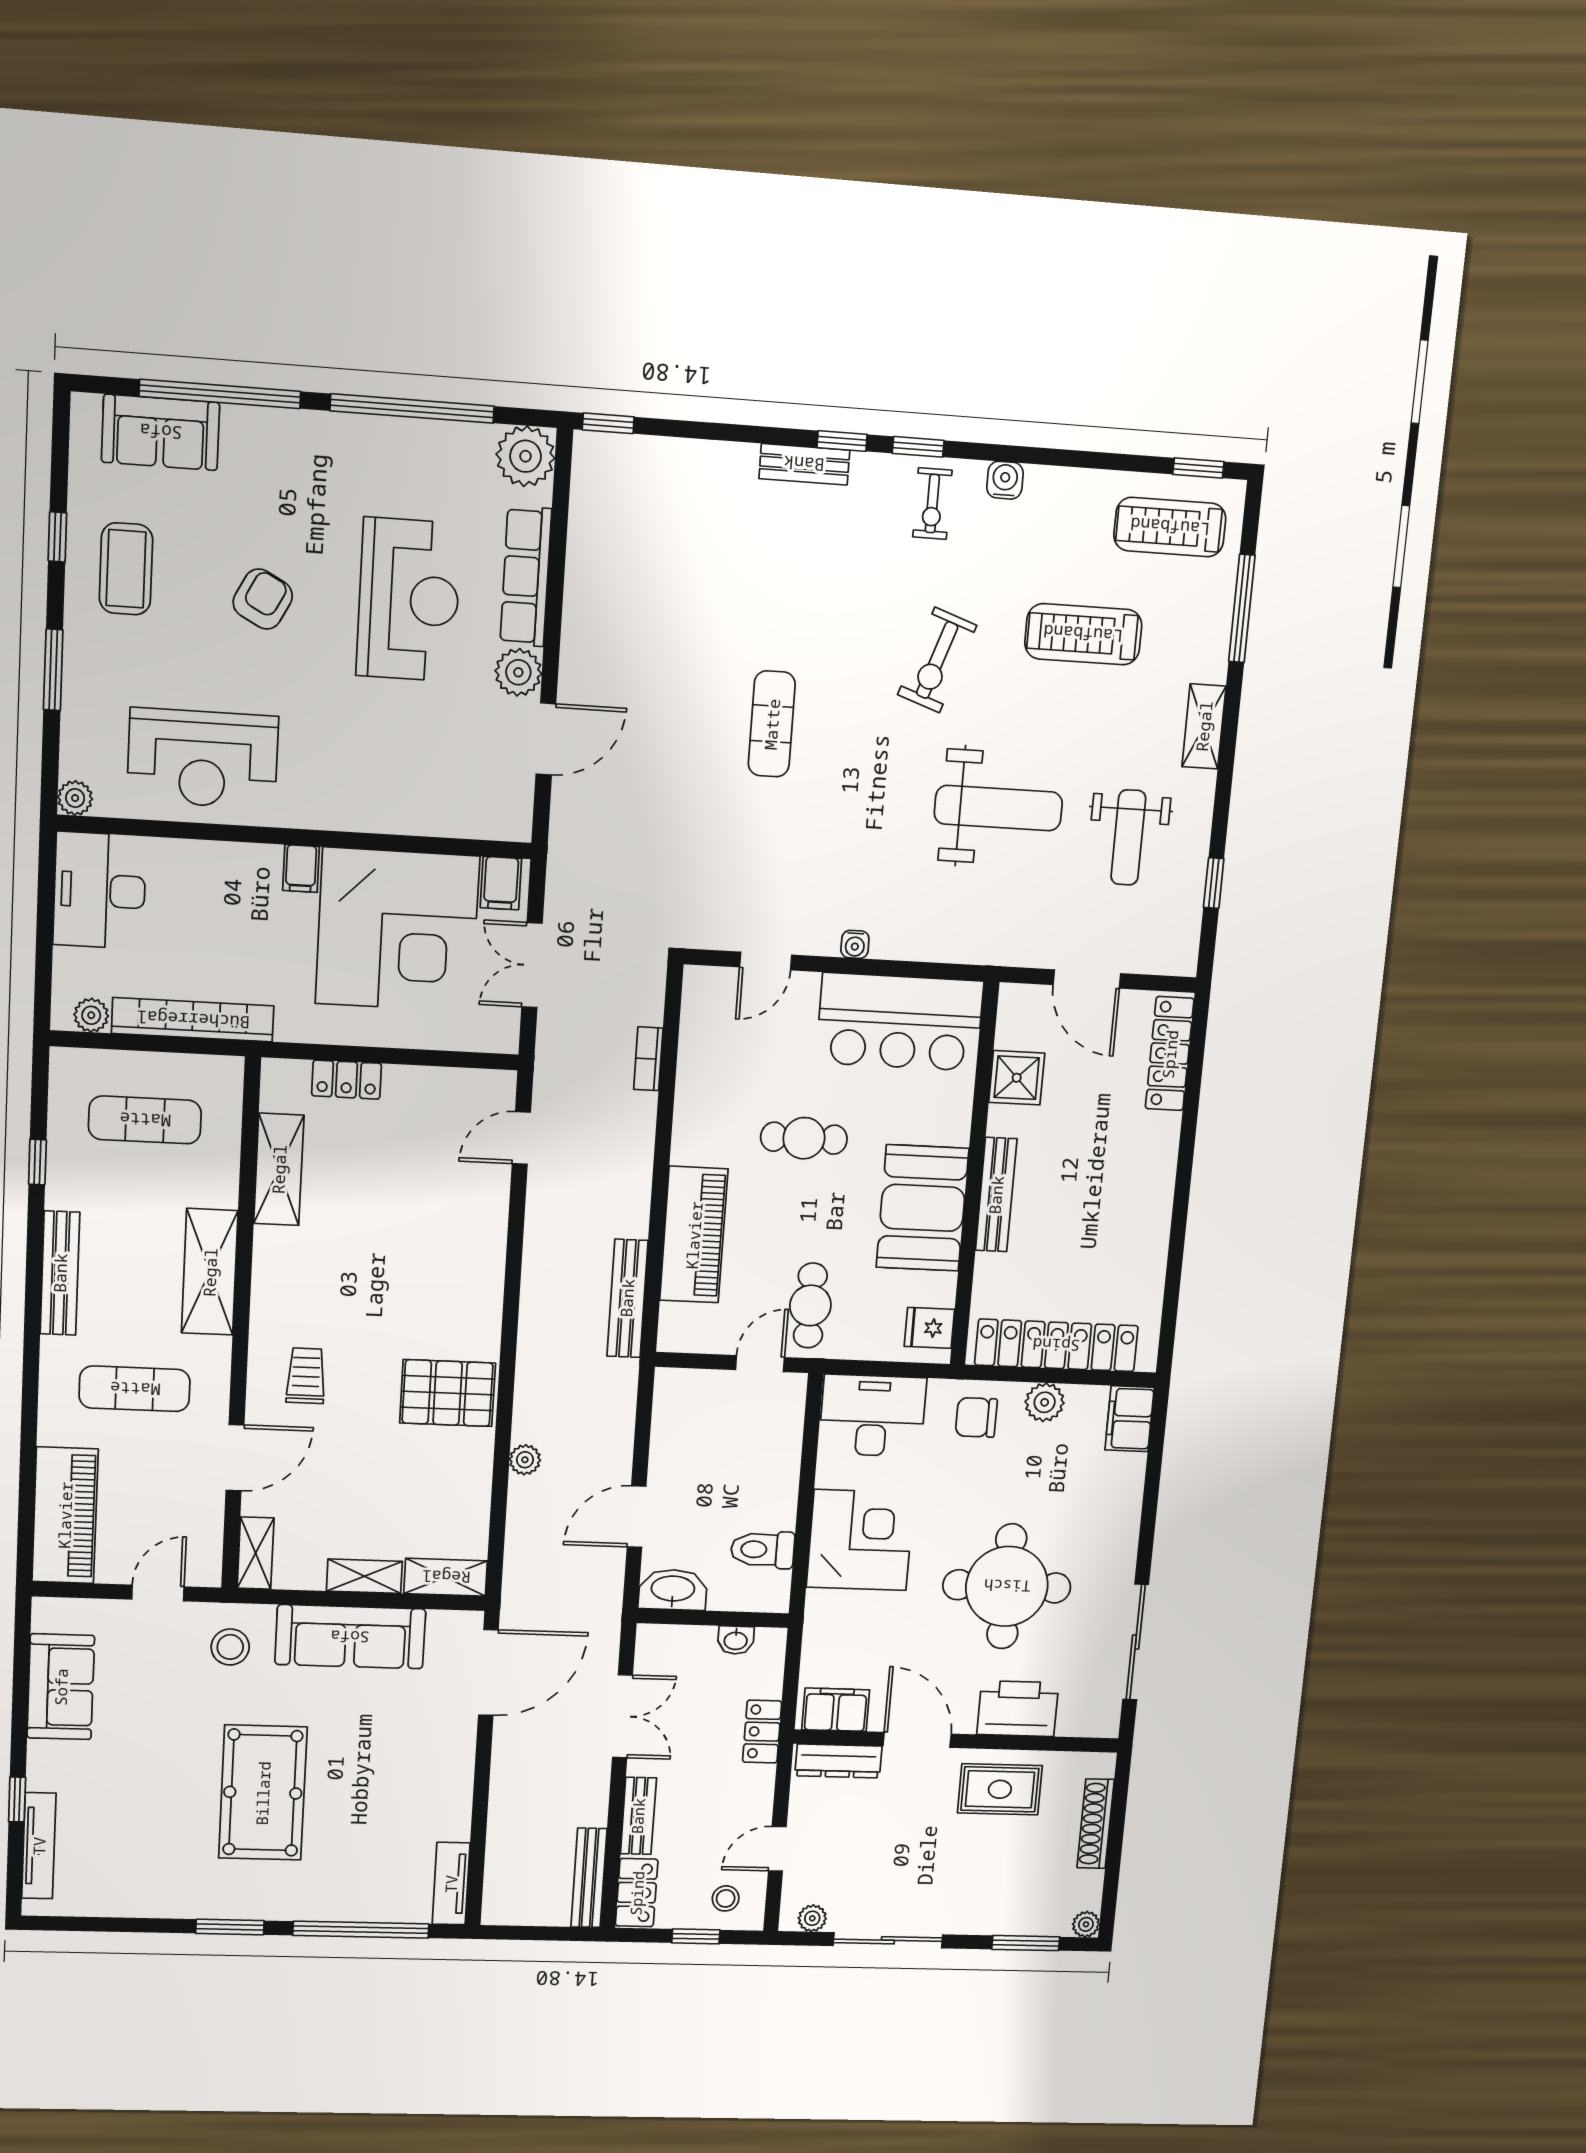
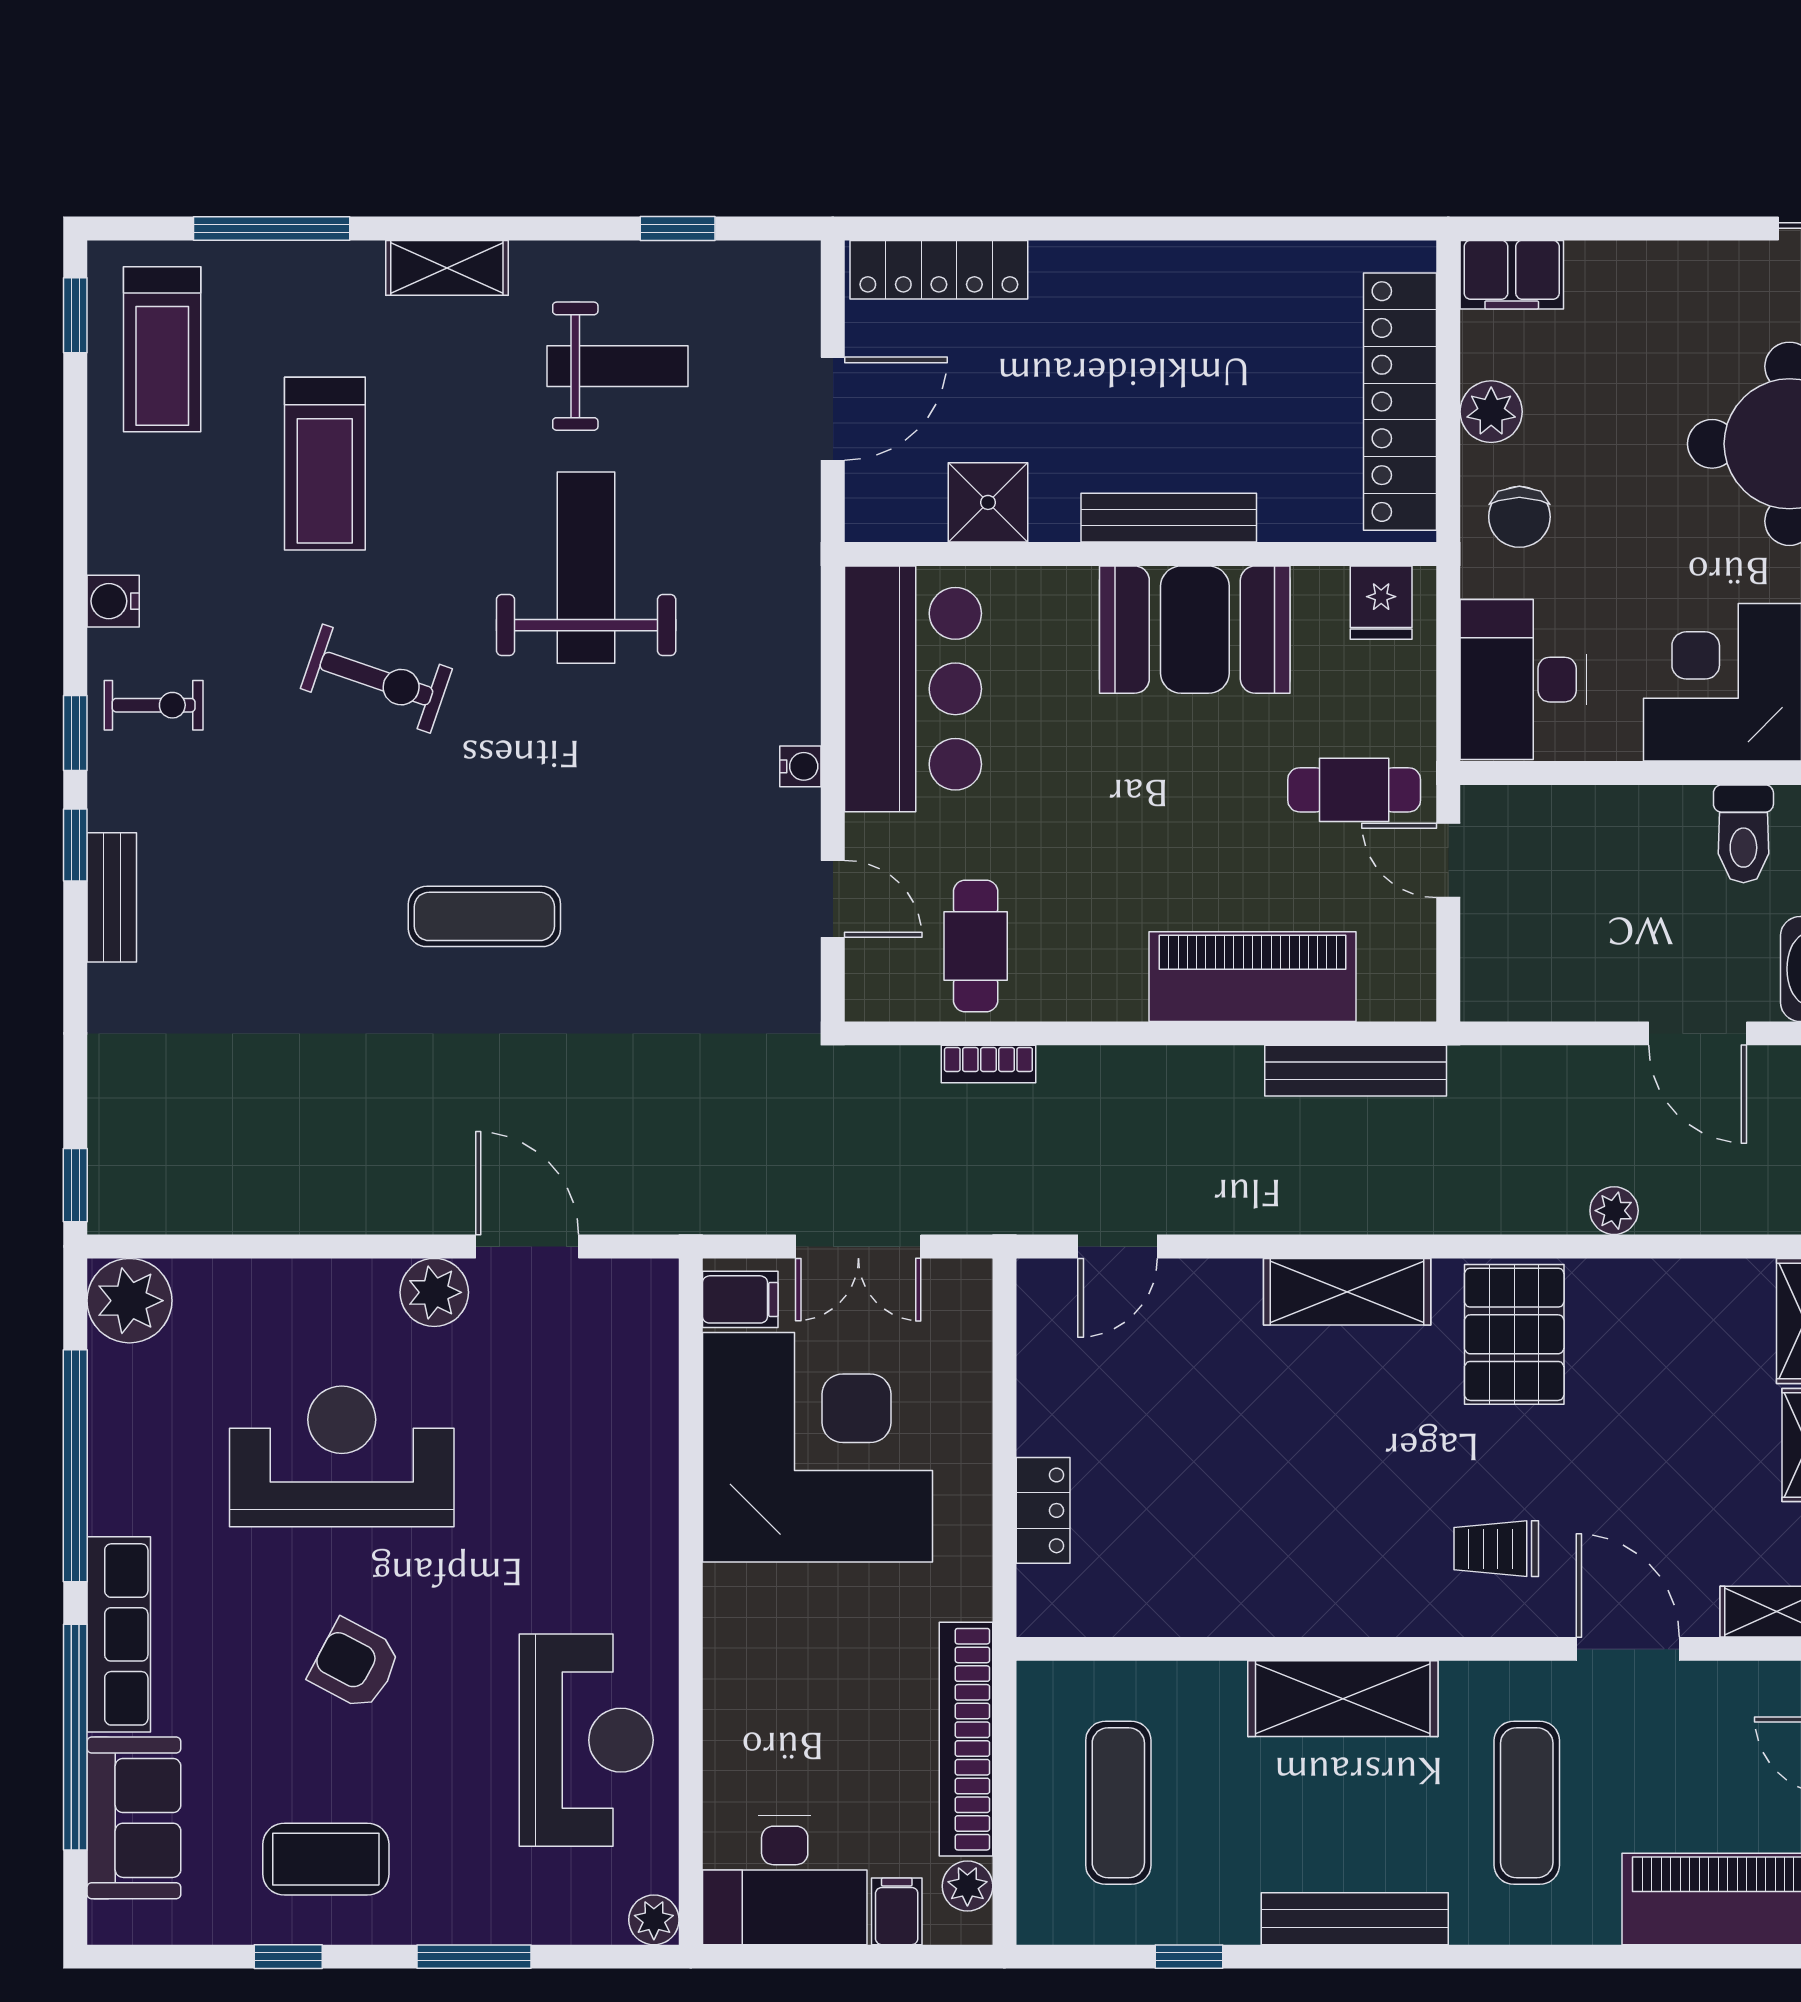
row of seats: (526, 576) -> (119, 1634), moved, turned -90
filing cabinet: (301, 868) -> (897, 1911), moved, turned -90
door: (521, 1138) -> (1118, 1246), hinge flipped
cafe table: (804, 1138) -> (976, 946), moved
shelving: (279, 1169) -> (1347, 1292), moved

